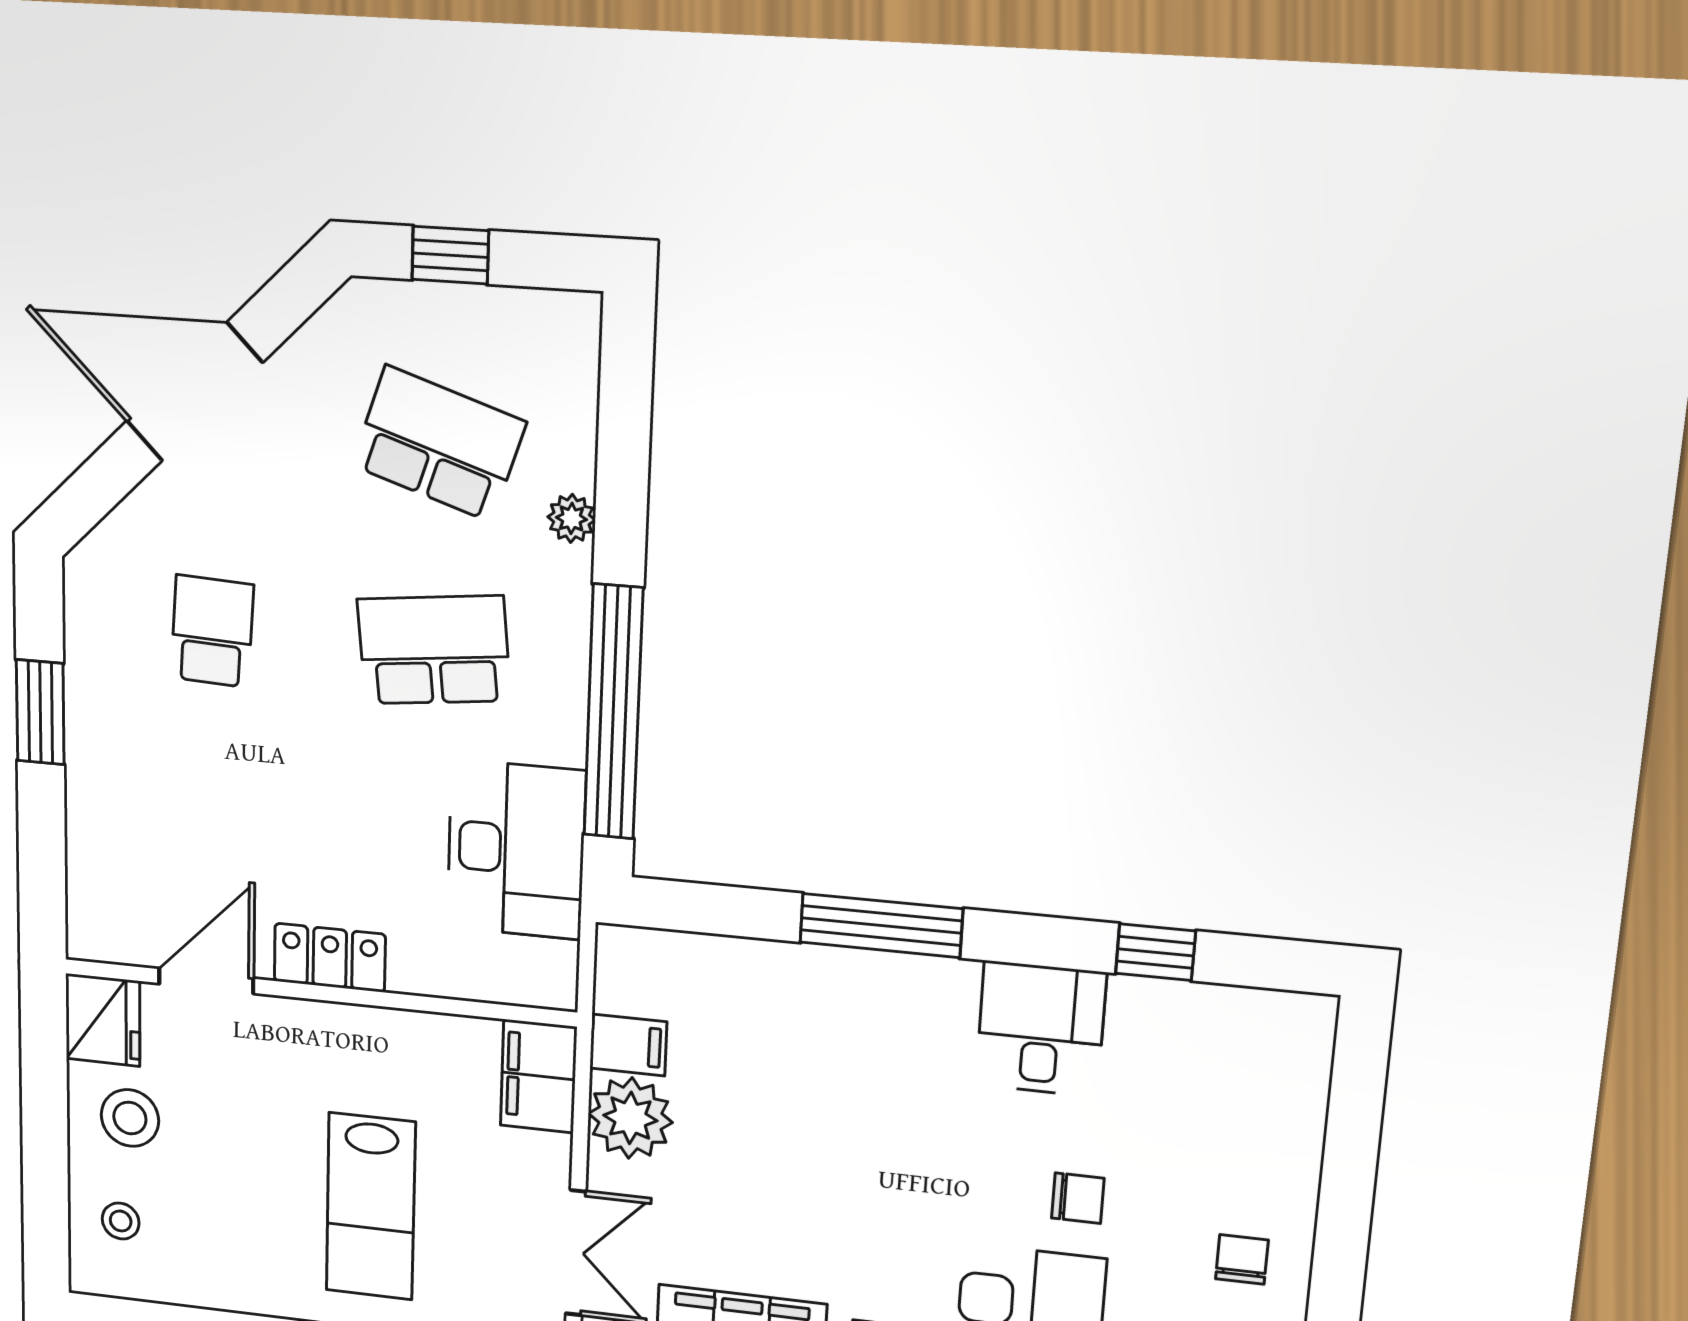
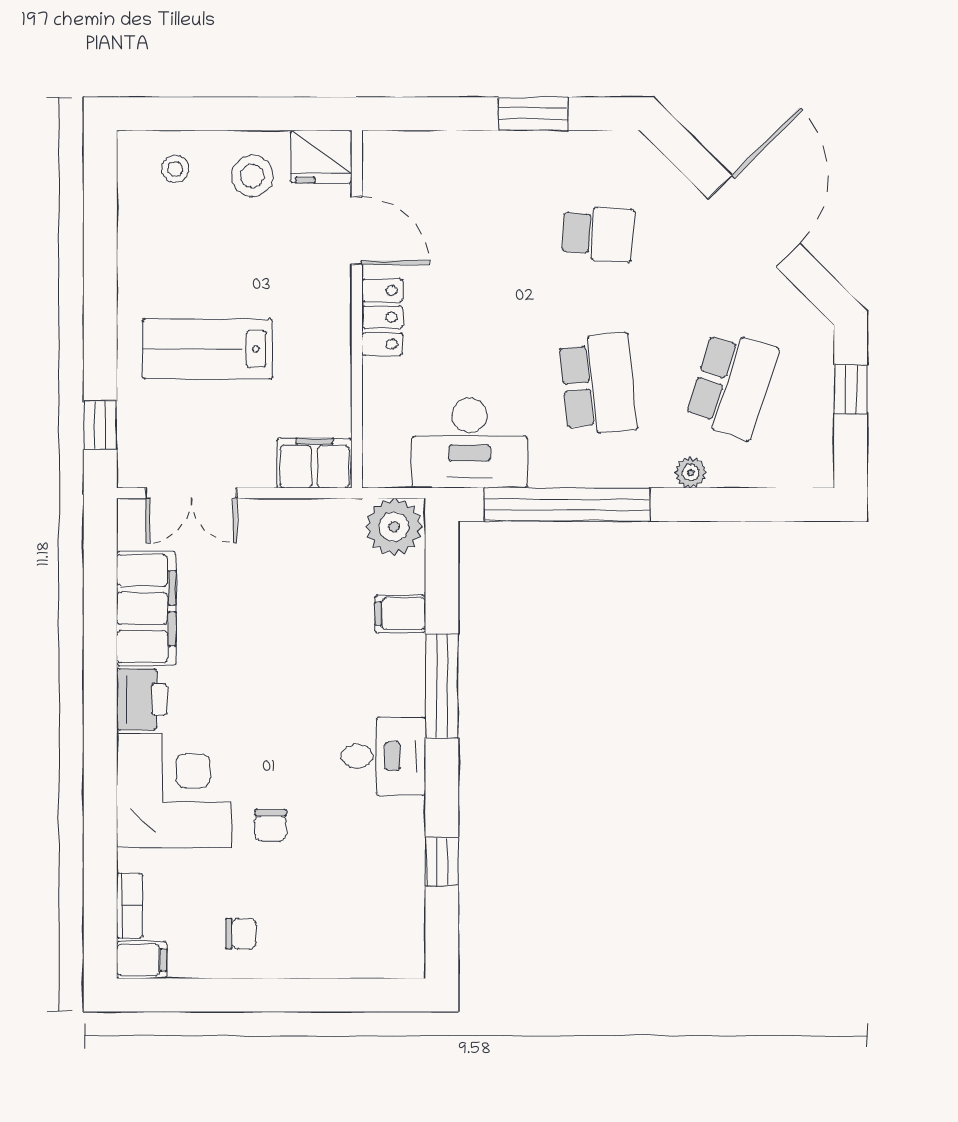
desk: (1041, 1029) -> (383, 756), moved
filing cabinet: (628, 1045) -> (400, 614), moved, turned 90
plant: (630, 1118) -> (394, 527), moved

